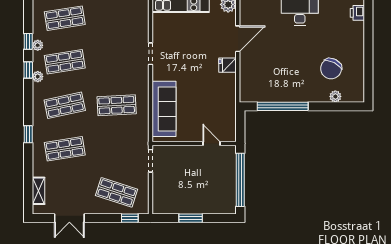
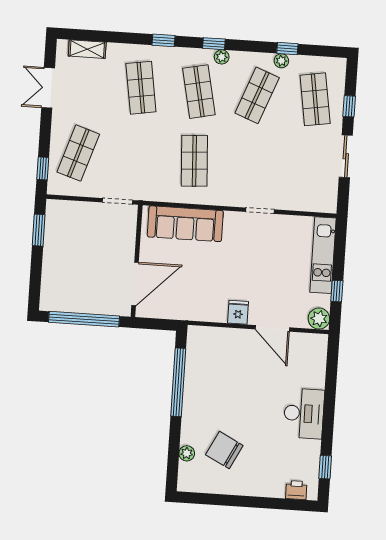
shop shelf: (65, 62) -> (257, 95), turned 30
window: (28, 70) -> (214, 44), moved
plant: (38, 77) -> (222, 57), moved
door: (211, 143) -> (135, 284), width x1.87
window: (191, 218) -> (39, 230), moved

